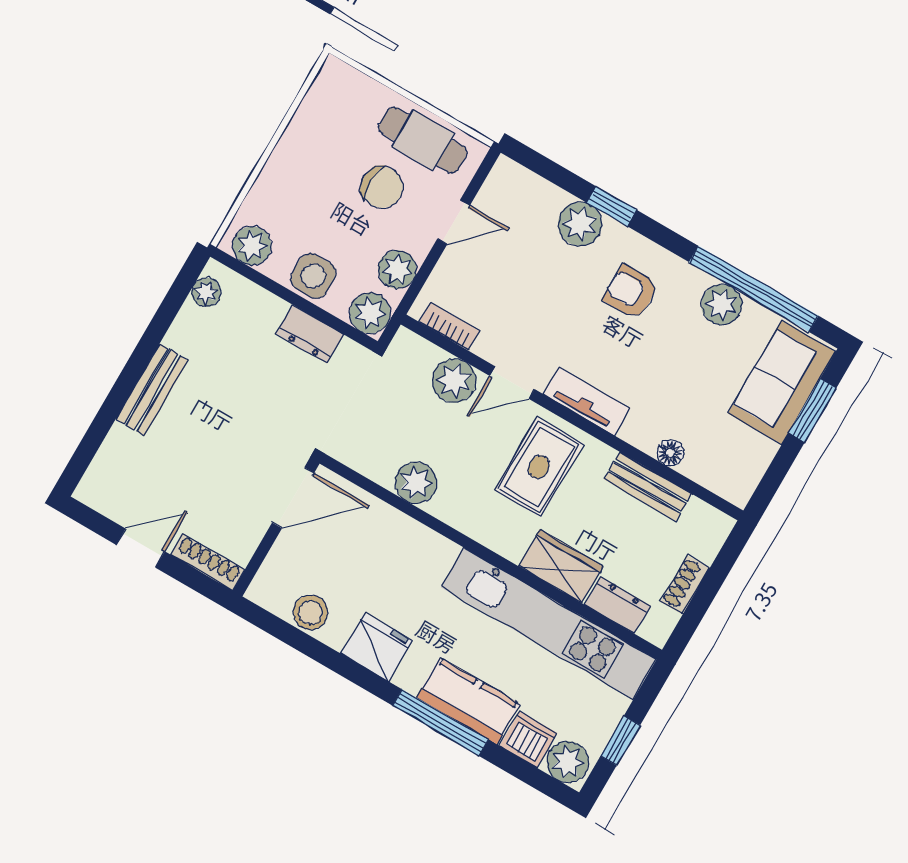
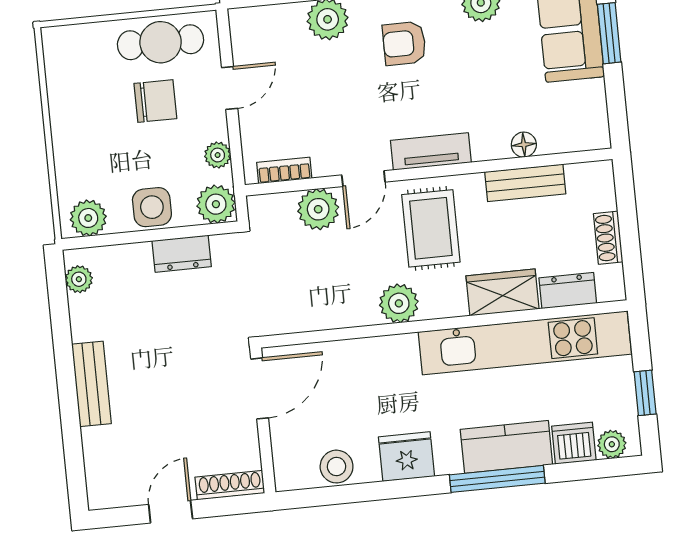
plant: (397, 269) -> (218, 155), width x0.73, depth x0.73
plant: (416, 483) -> (399, 303), moved
plant: (568, 762) -> (612, 444), width x0.73, depth x0.73

